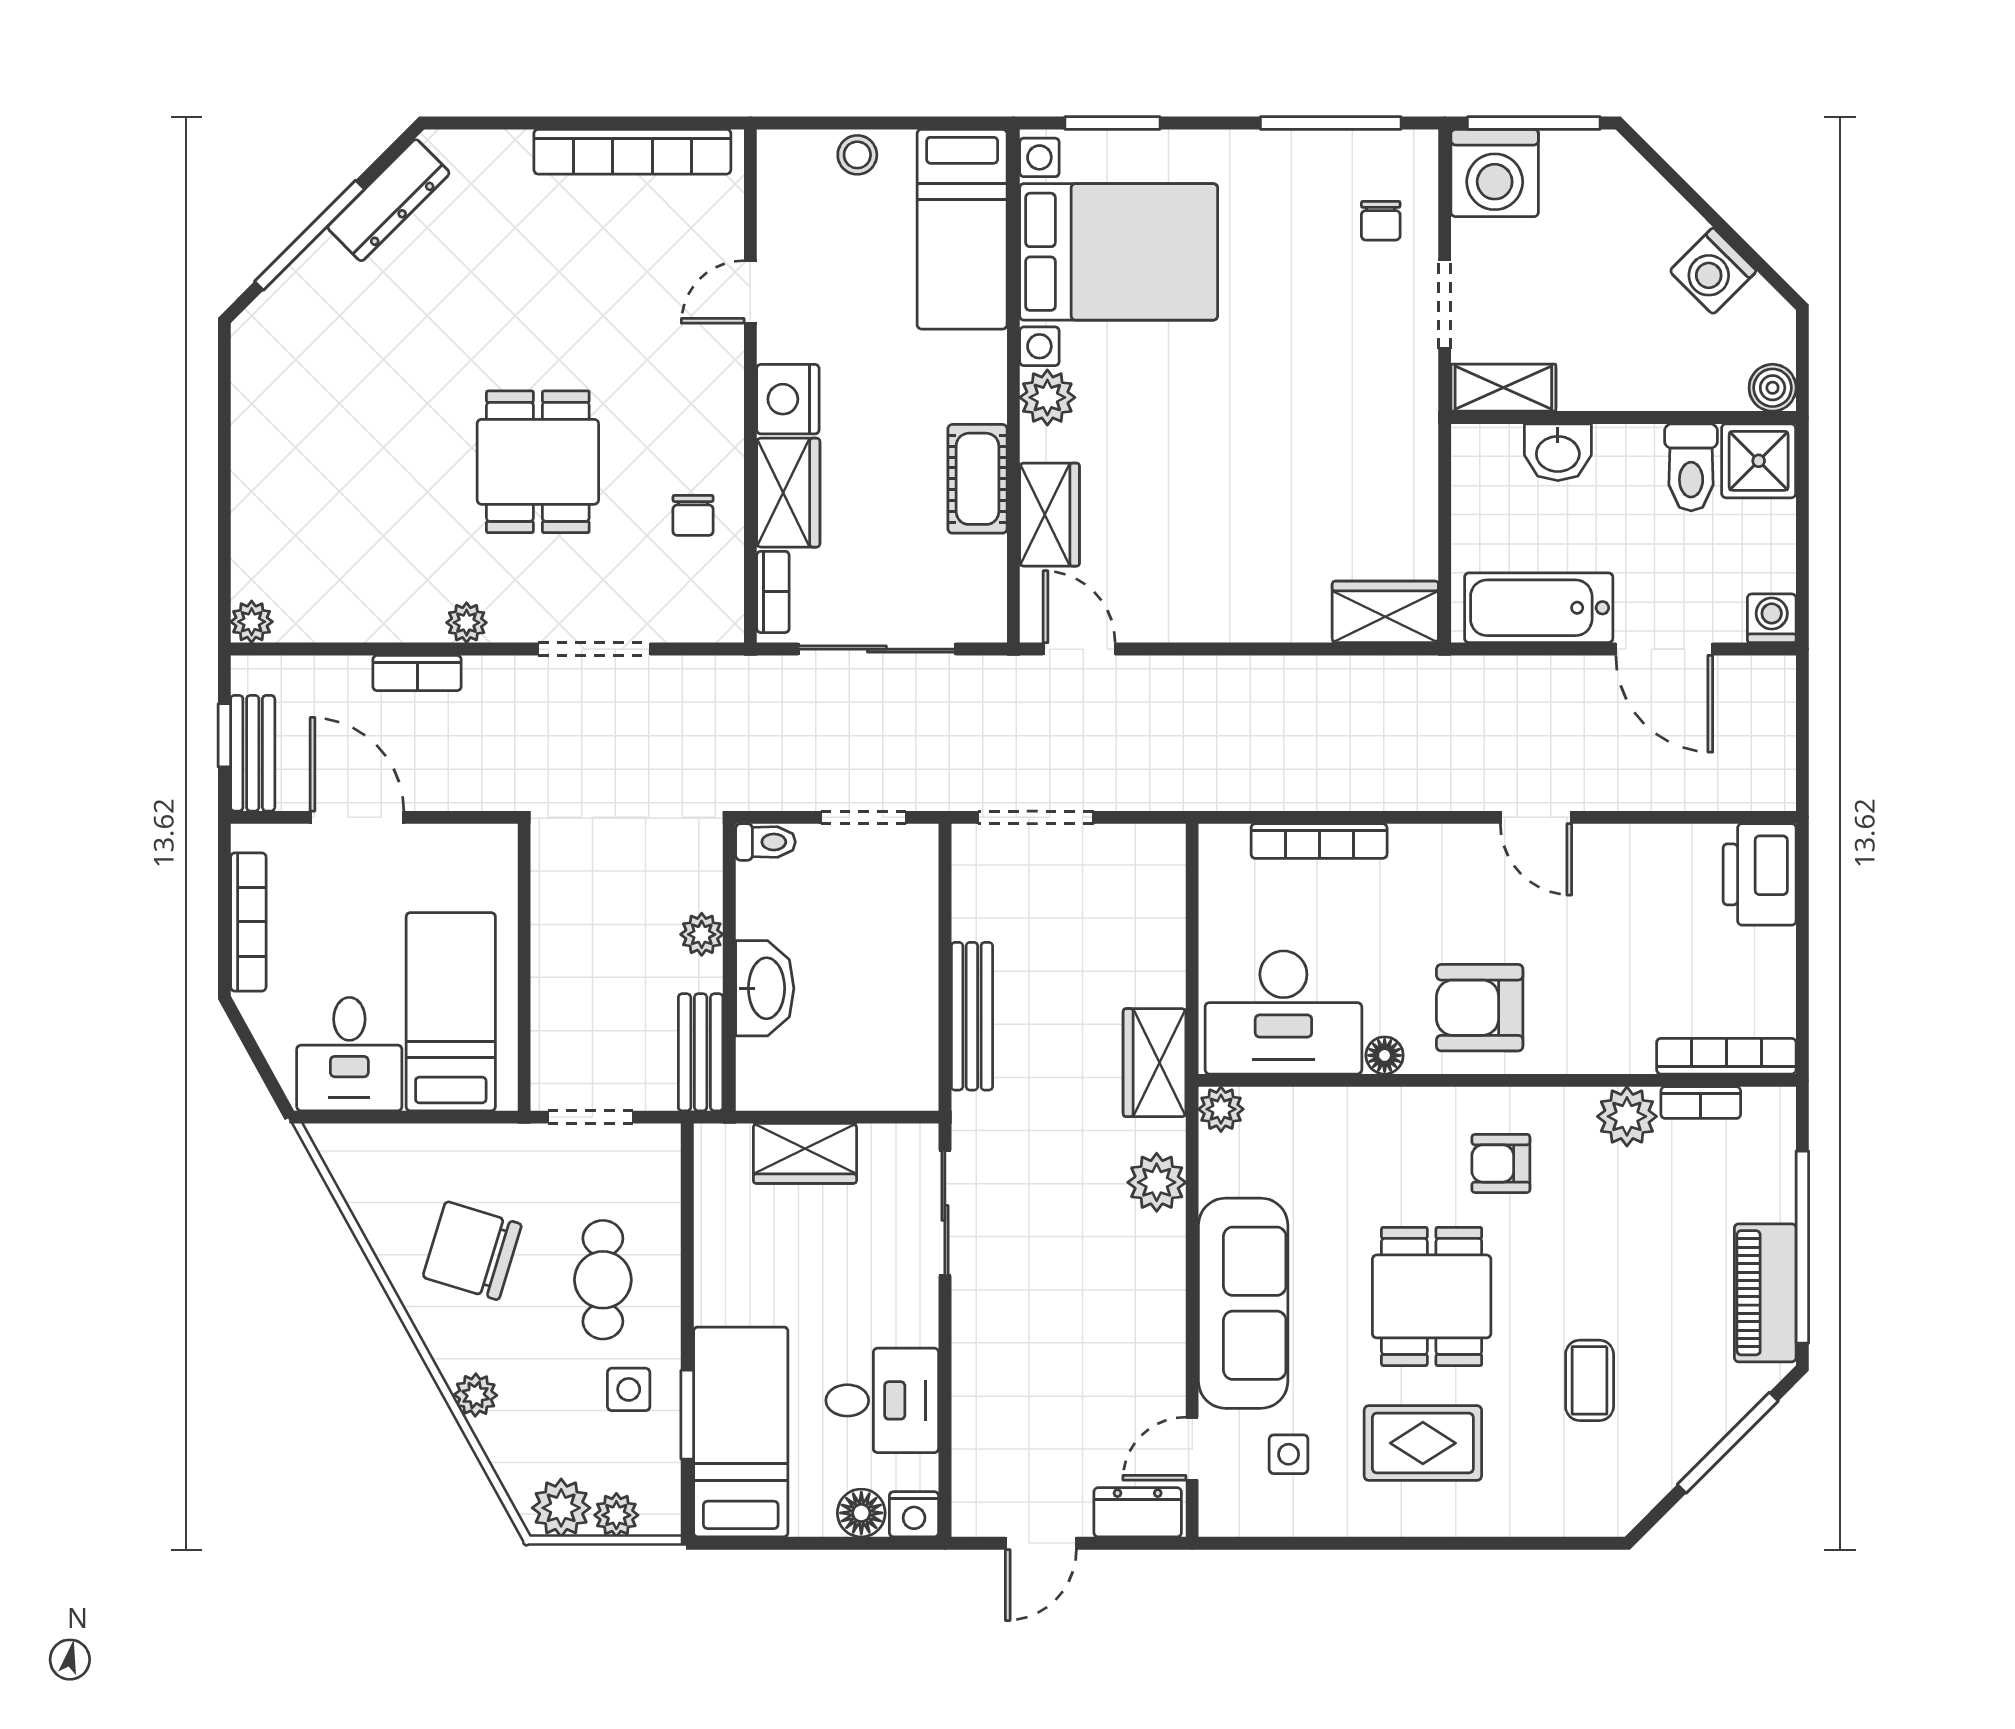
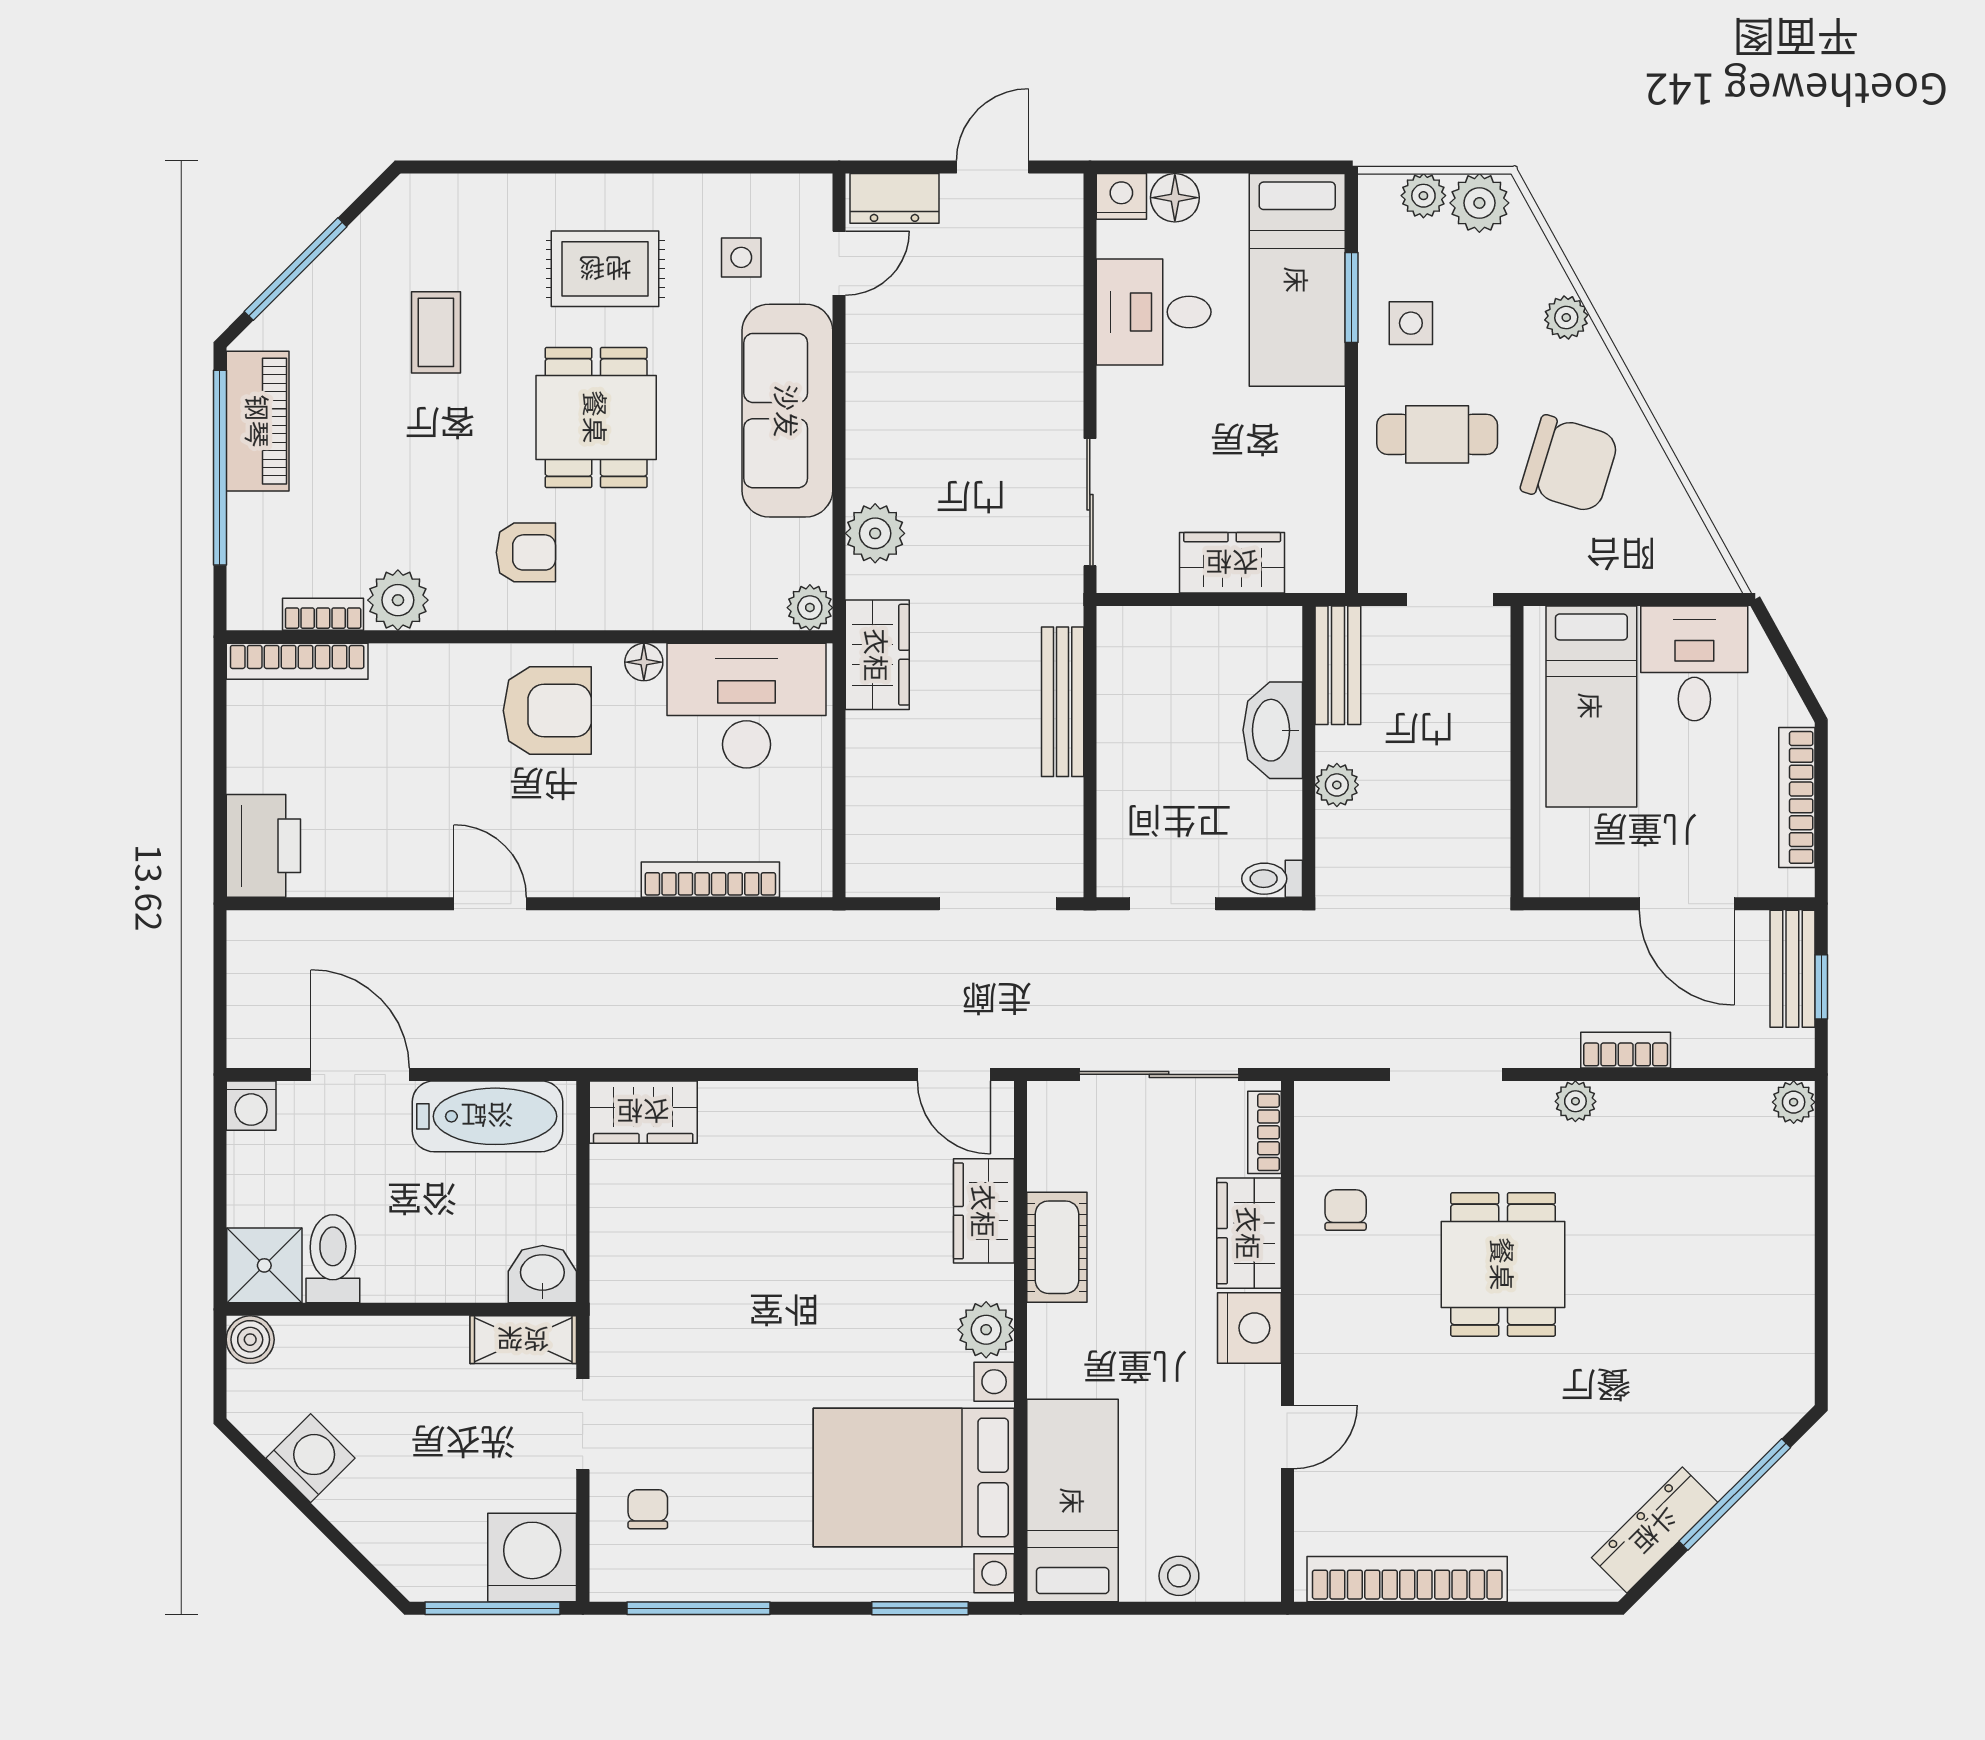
washbasin: (1558, 452) -> (542, 1274), moved
cafe table: (603, 1280) -> (1437, 434), turned 90

